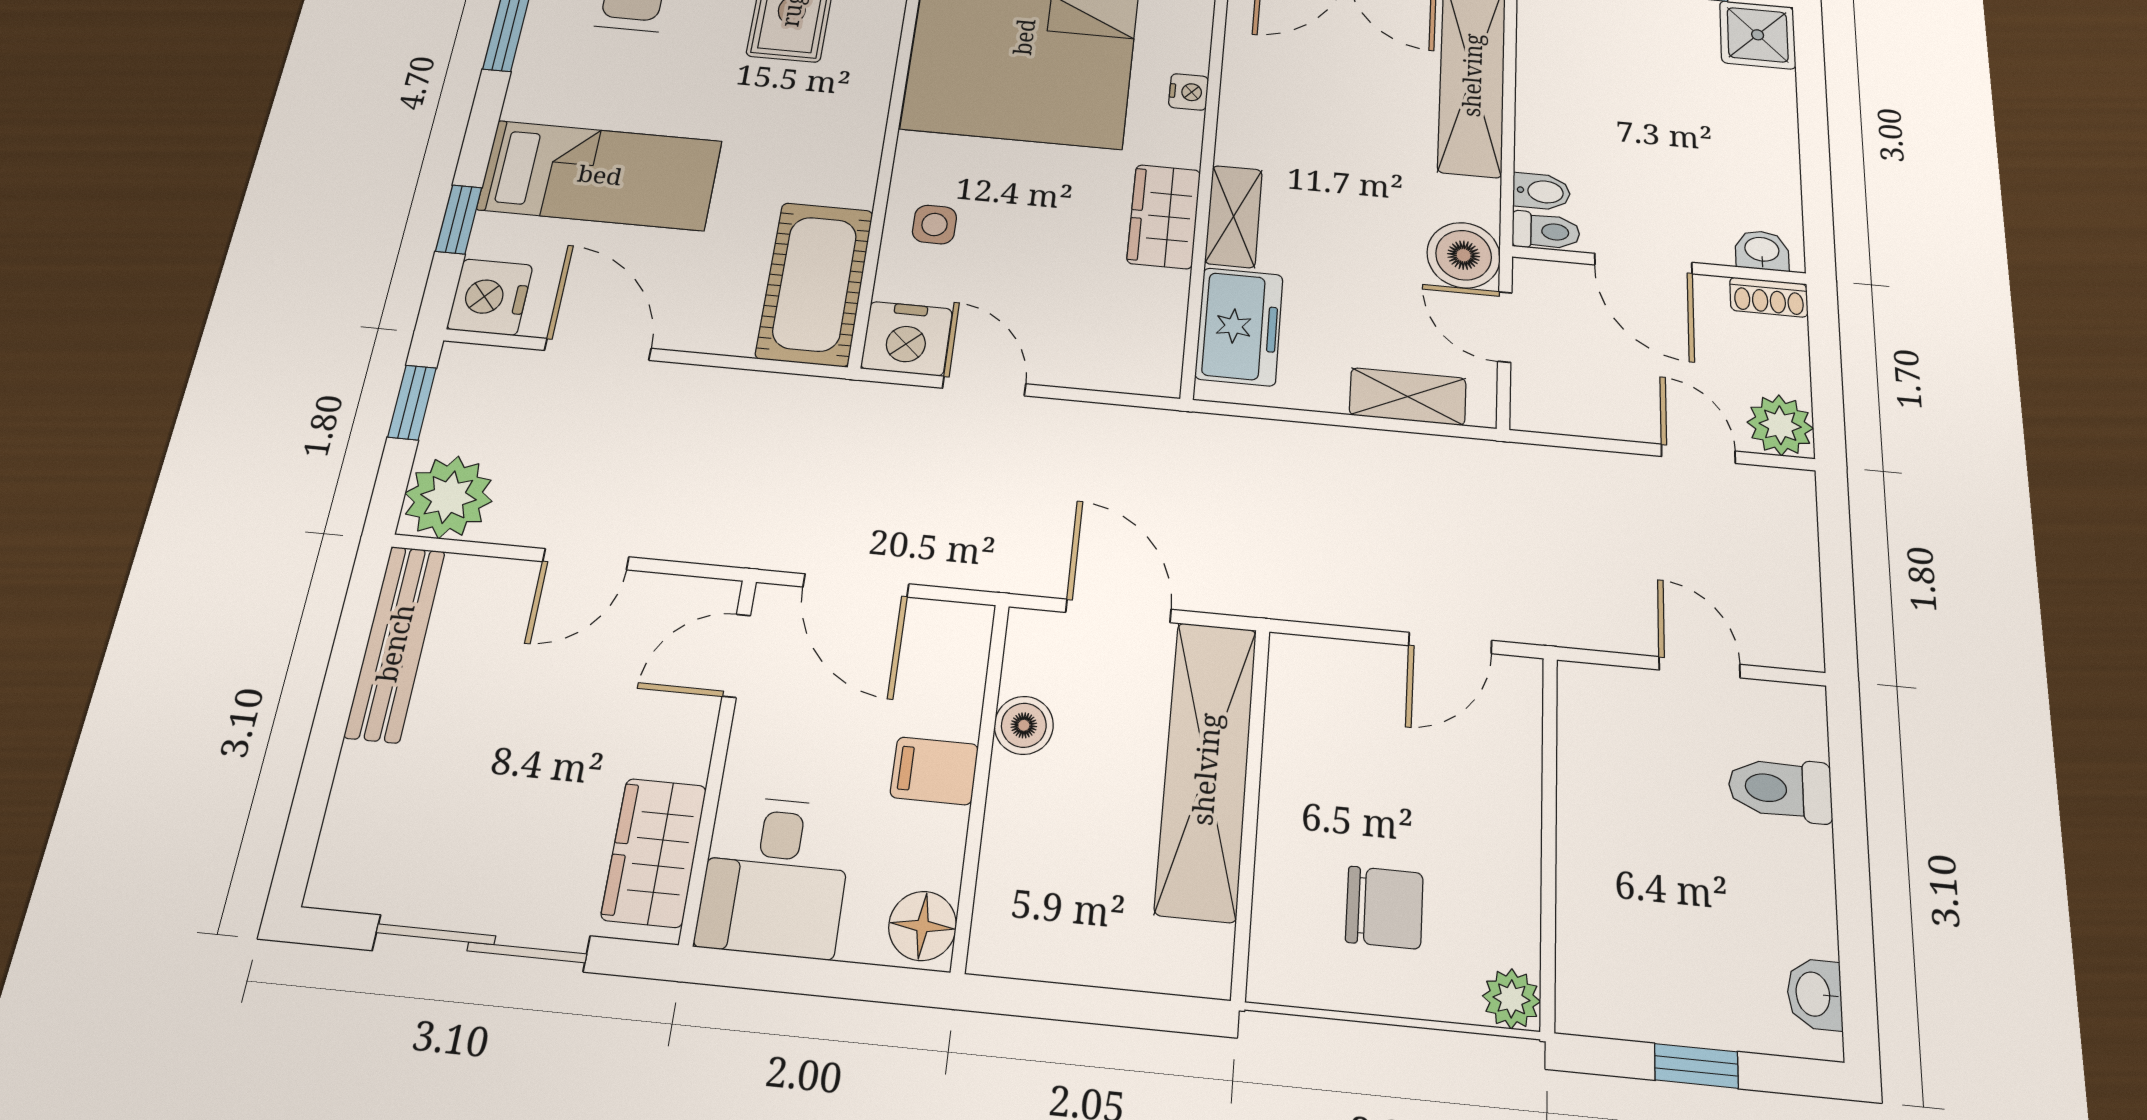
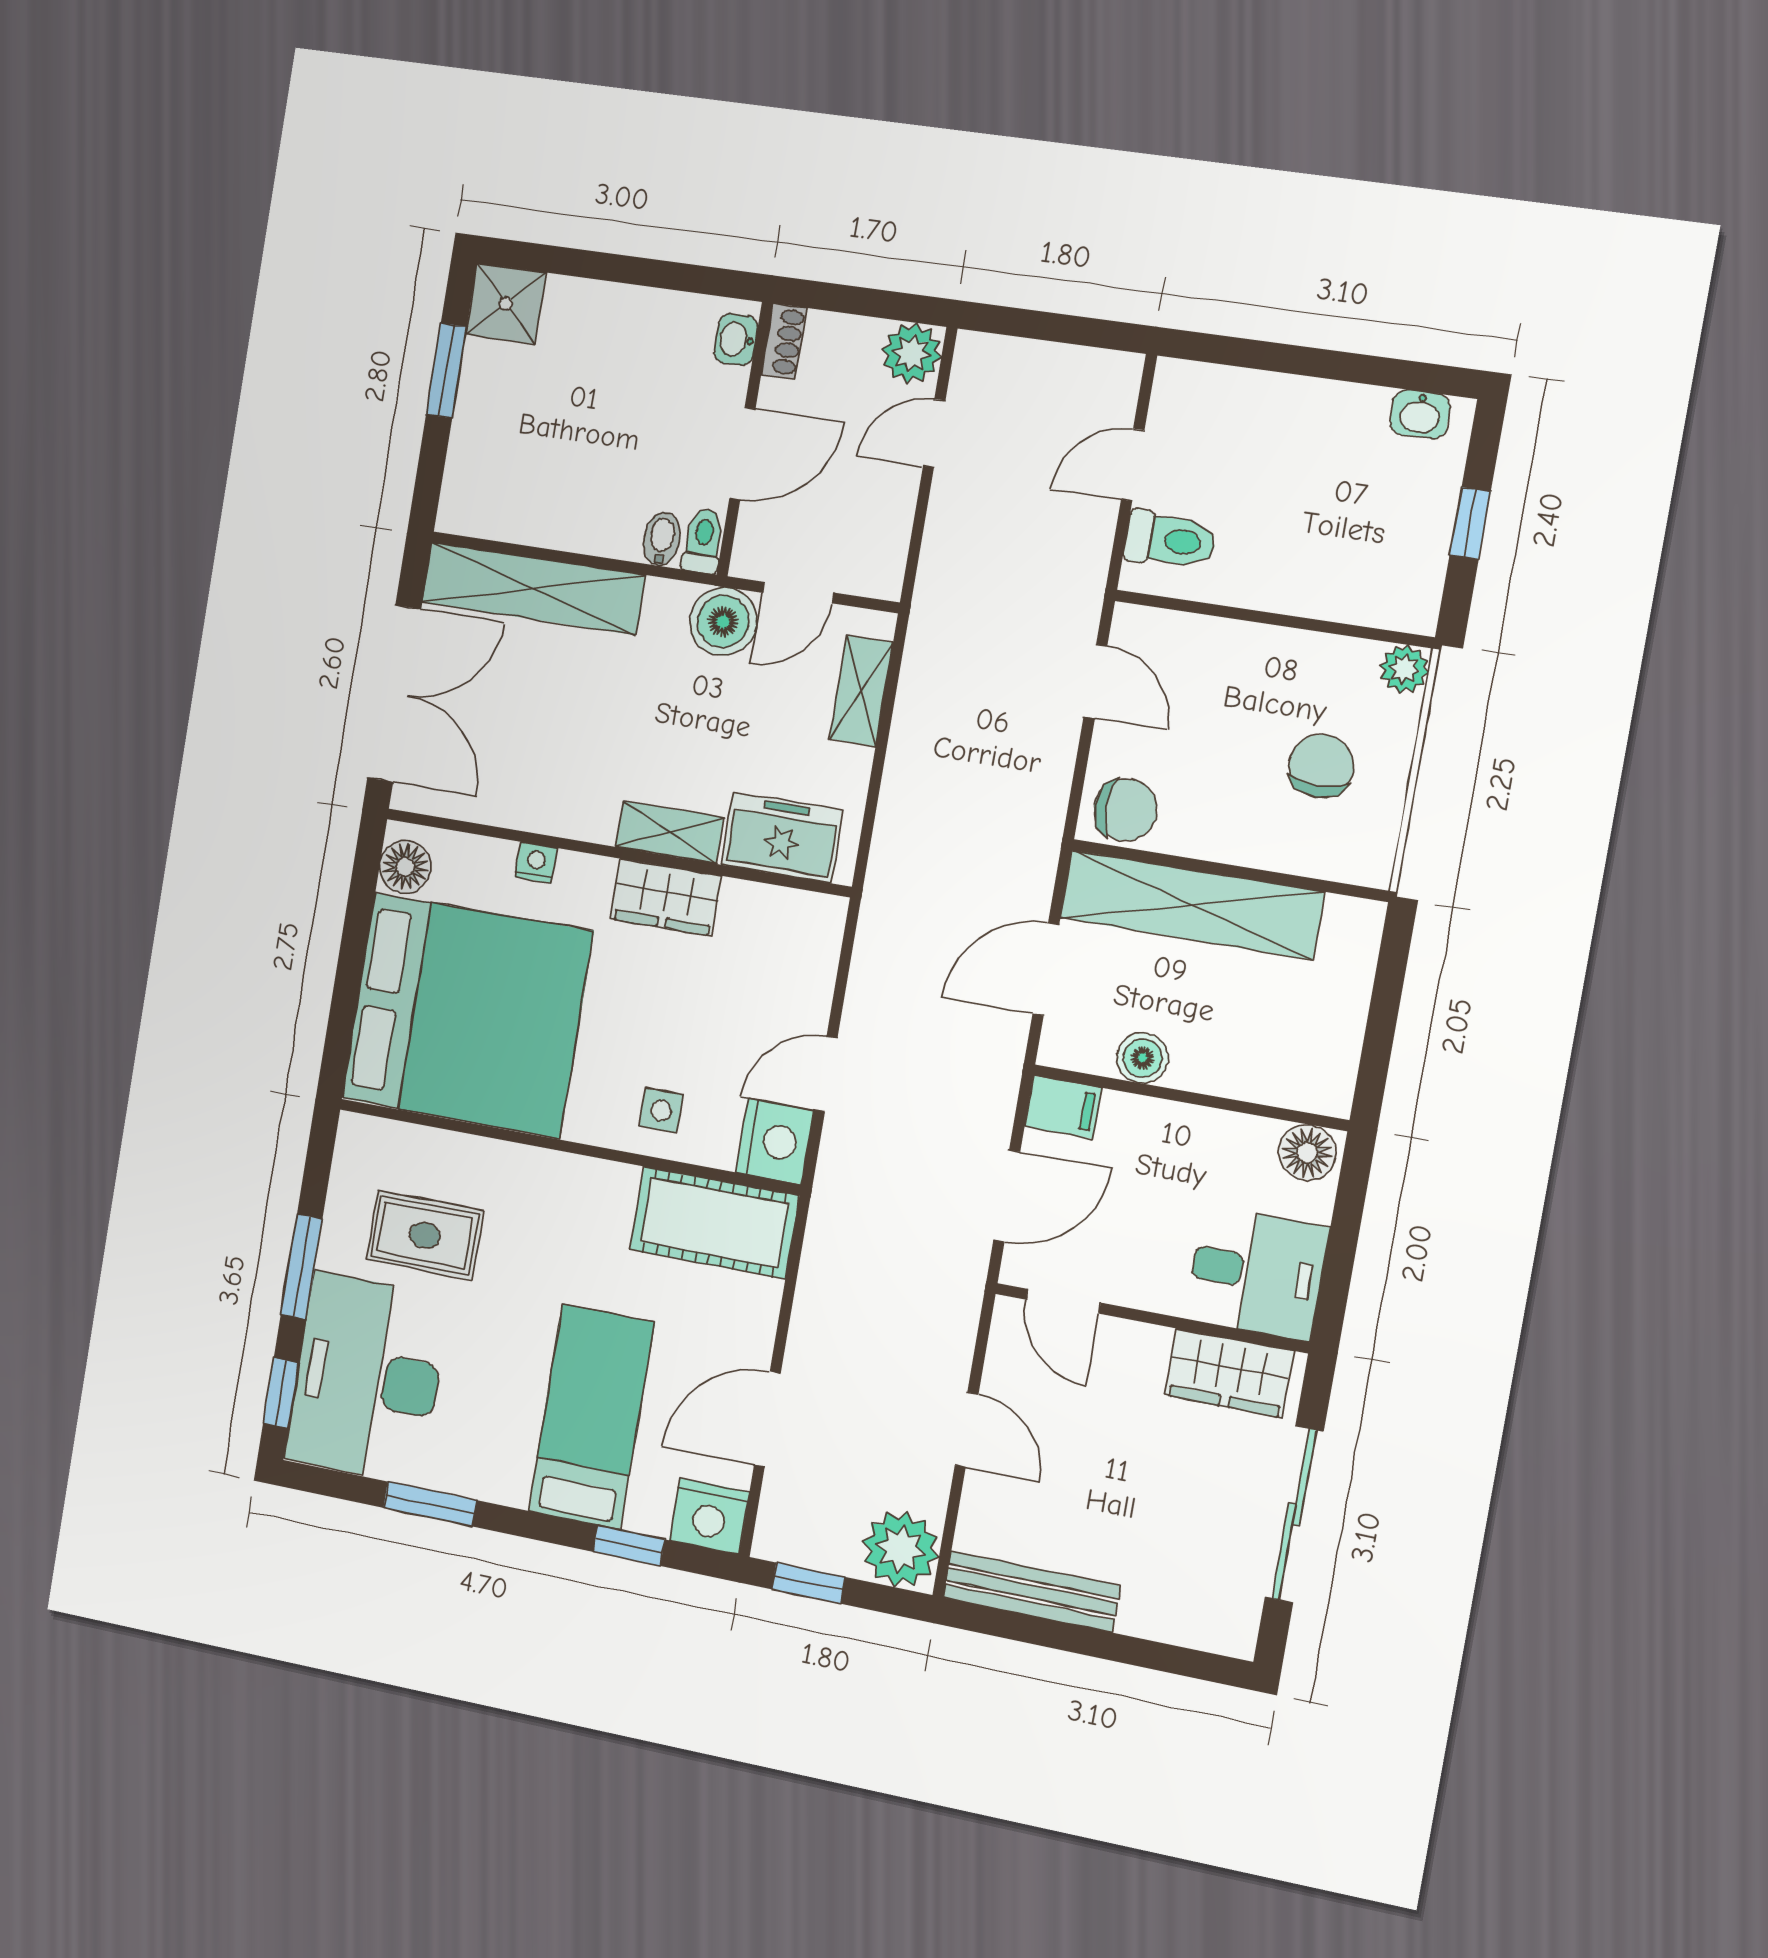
chair: (1308, 686) -> (1126, 810), added
filing cabinet: (934, 771) -> (1063, 1107), moved, turned -90
toilet: (1780, 789) -> (1170, 540), moved, turned -90

